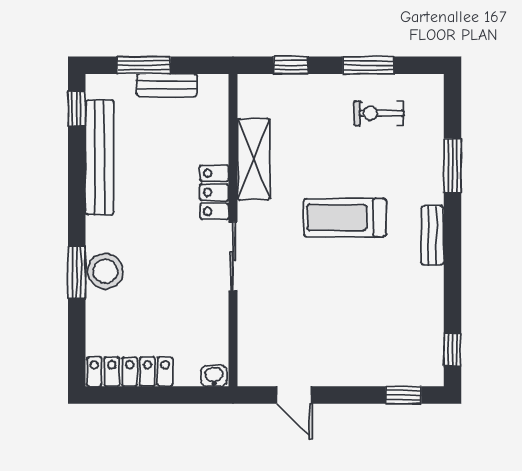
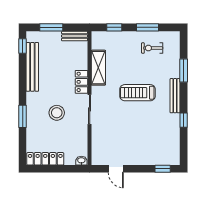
bench: (167, 85) -> (75, 36), moved
bench: (433, 235) -> (175, 96), width x1.36
stool: (105, 271) -> (57, 113), moved
window: (452, 350) -> (184, 120), moved

